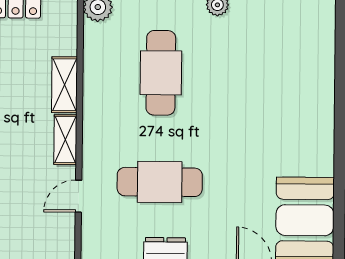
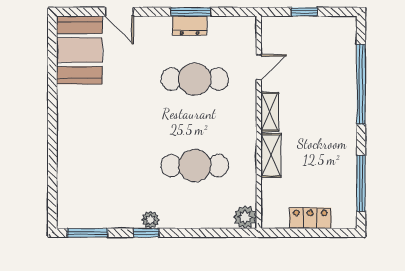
cafe table: (161, 73) -> (195, 166), turned 90

